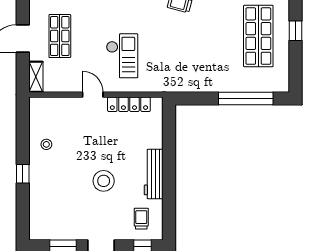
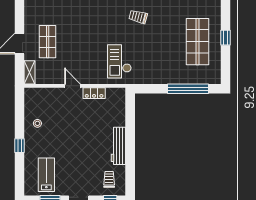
checkout: (122, 56) -> (119, 61), moved, turned 180
locker: (129, 104) -> (94, 93), width x0.66
stool: (104, 181) -> (81, 151), removed
lab bench: (58, 212) -> (46, 175), added

